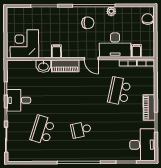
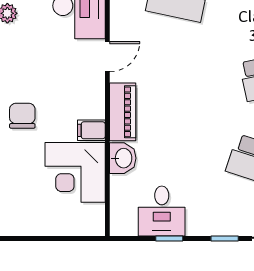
chair: (88, 23) -> (22, 116), moved
corner desk: (24, 44) -> (75, 172), moved
desk: (19, 100) -> (162, 211), moved

